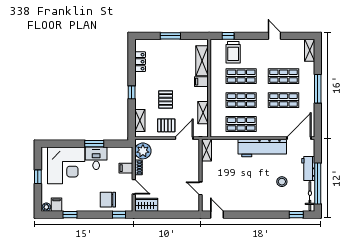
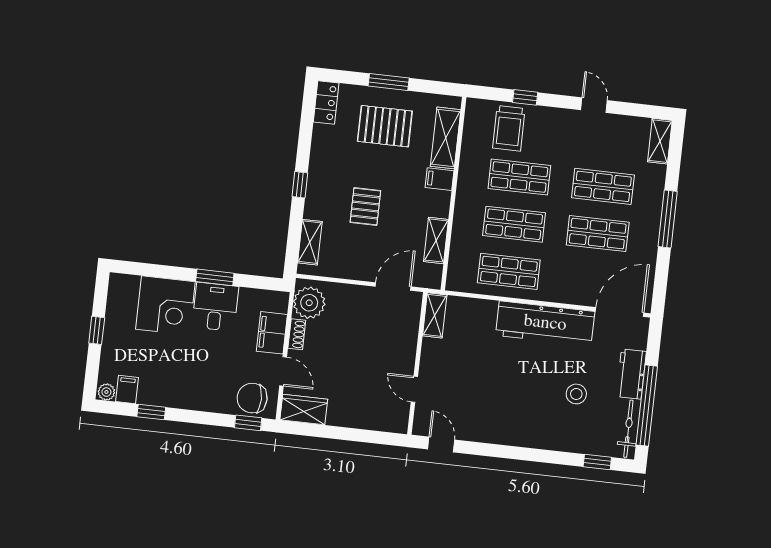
window: (228, 36) -> (525, 97), moved
locker: (140, 62) -> (326, 102), moved
pallet: (166, 125) -> (385, 126), moved, width x1.50, depth x1.42
corner desk: (66, 165) -> (165, 305), width x0.74, depth x0.74
filing cabinet: (126, 168) -> (272, 333), width x2.00
chair: (108, 200) -> (252, 398), moved

